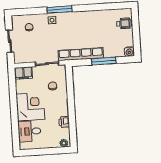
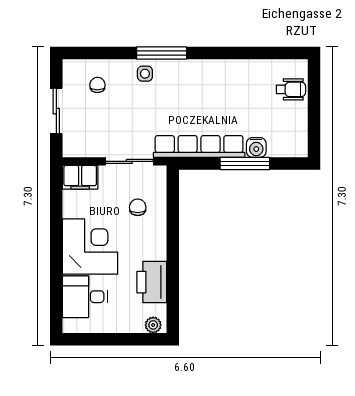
water cooler: (129, 52) -> (256, 147), moved
printer: (64, 122) -> (152, 282), width x1.87, depth x1.48

